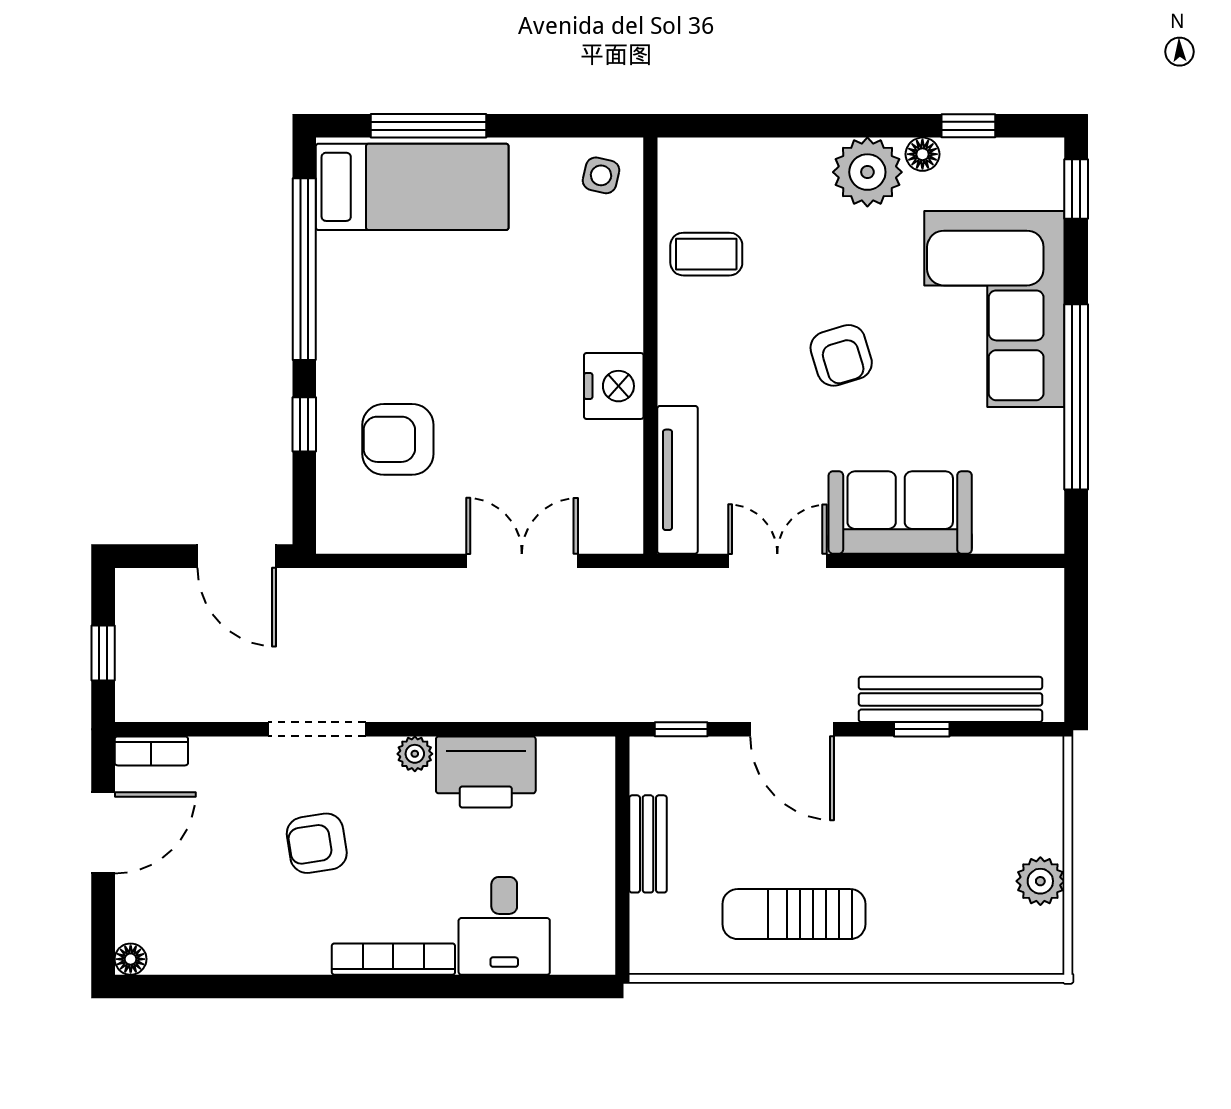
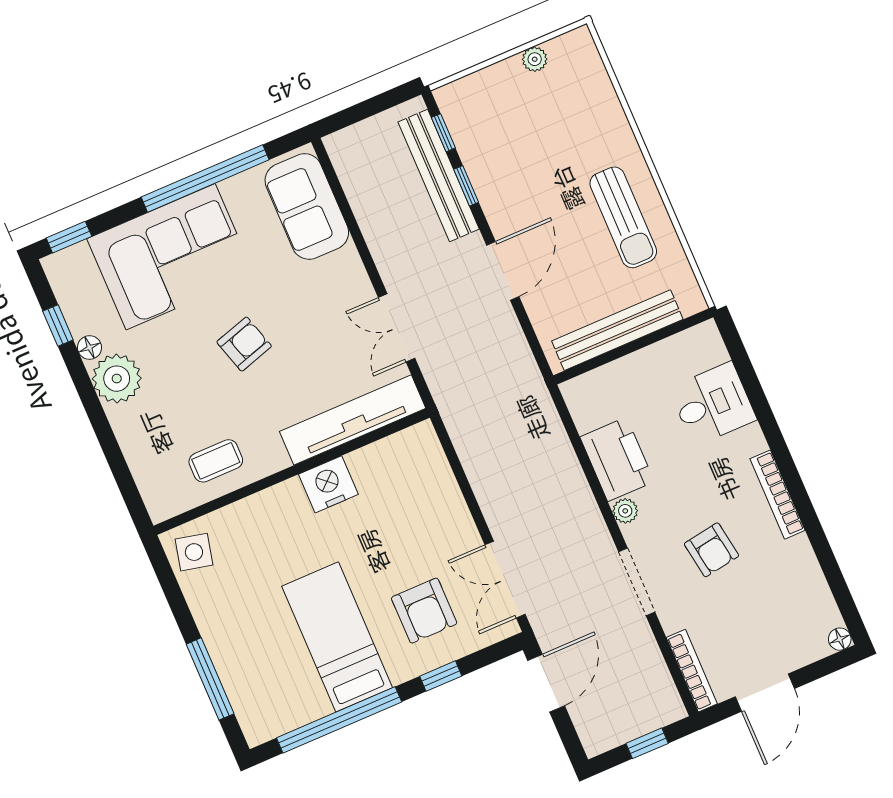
side table: (601, 175) -> (194, 552), width x1.37, depth x1.37
bed: (412, 187) -> (337, 637), moved
coffee table: (706, 254) -> (216, 461), turned 90
tv unit: (678, 480) -> (353, 420), width x1.36, depth x1.29
sofa: (900, 512) -> (307, 206), moved
double door: (522, 561) -> (505, 580), moved
window: (681, 729) -> (443, 133), moved
bookcase: (151, 751) -> (692, 671), width x1.56
door: (103, 833) -> (765, 693), swing flipped
bench: (648, 844) -> (617, 330), width x1.86, depth x1.21
plant: (1040, 881) -> (535, 59), width x0.73, depth x0.73
bookcase: (393, 959) -> (778, 495), moved

